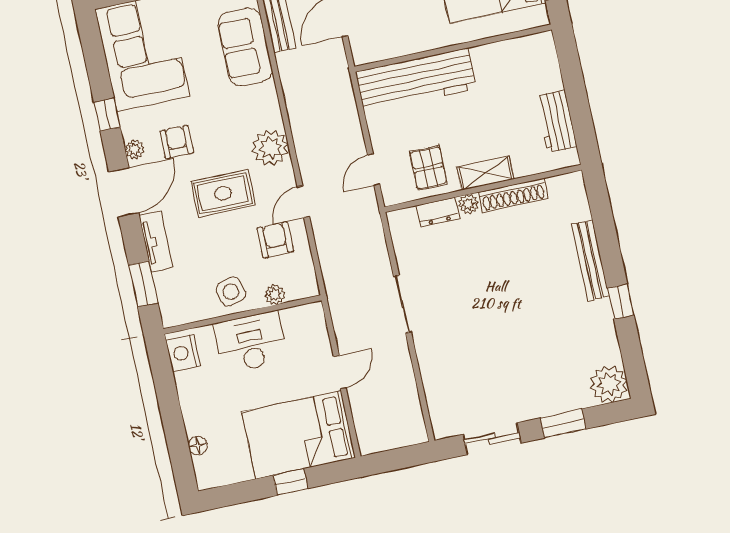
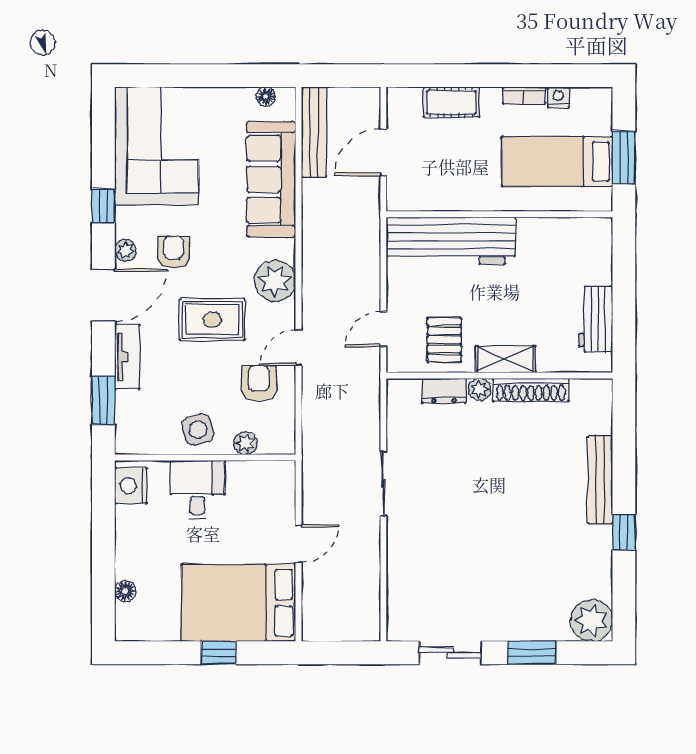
sofa: (245, 47) -> (271, 179), width x1.36
desk: (251, 342) -> (197, 490), width x0.73

